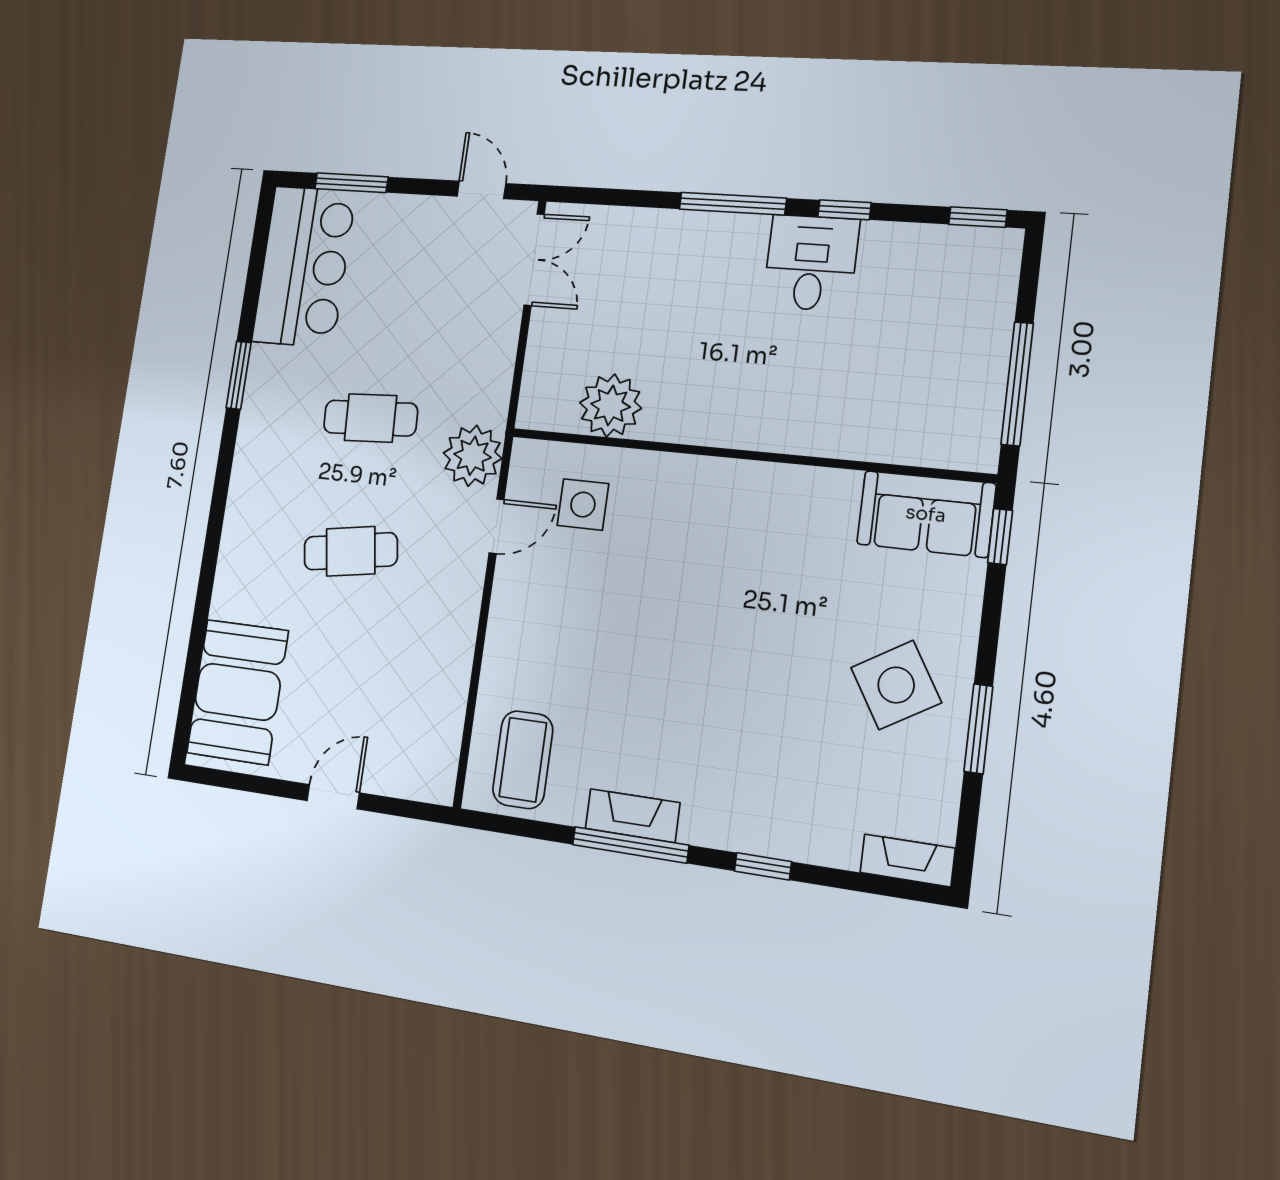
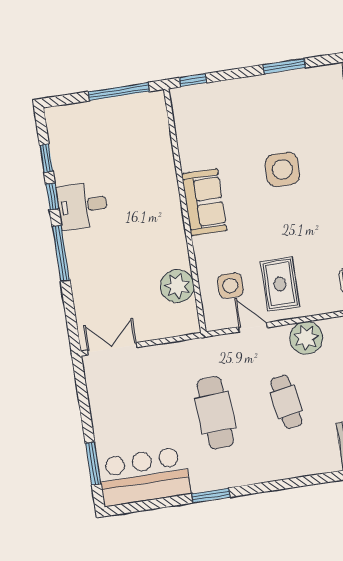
door: (481, 190) -> (82, 389), removed
window: (978, 217) -> (46, 158), moved
cafe table: (371, 418) -> (215, 413), width x1.37, depth x1.35
plant: (473, 456) -> (306, 338), moved
sofa: (926, 514) -> (204, 202), moved
rug: (559, 598) -> (280, 284), added
side table: (896, 685) -> (282, 169), moved, turned 31

